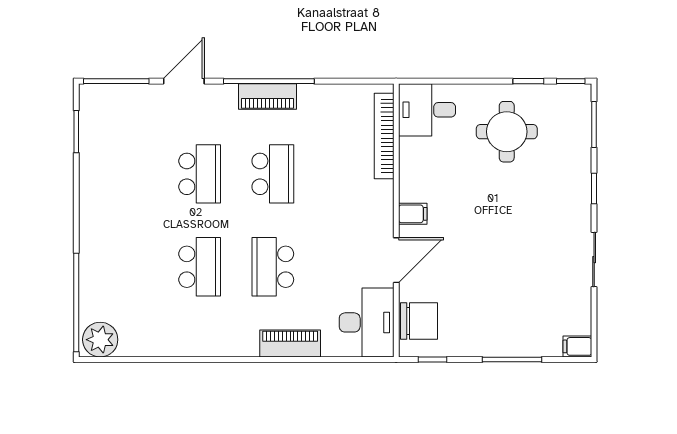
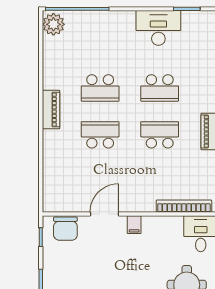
school desk: (273, 174) -> (160, 135), turned 180
door: (396, 260) -> (104, 214), swing flipped
desk: (367, 322) -> (158, 28), moved, turned 180
piano: (290, 344) -> (51, 110), moved

